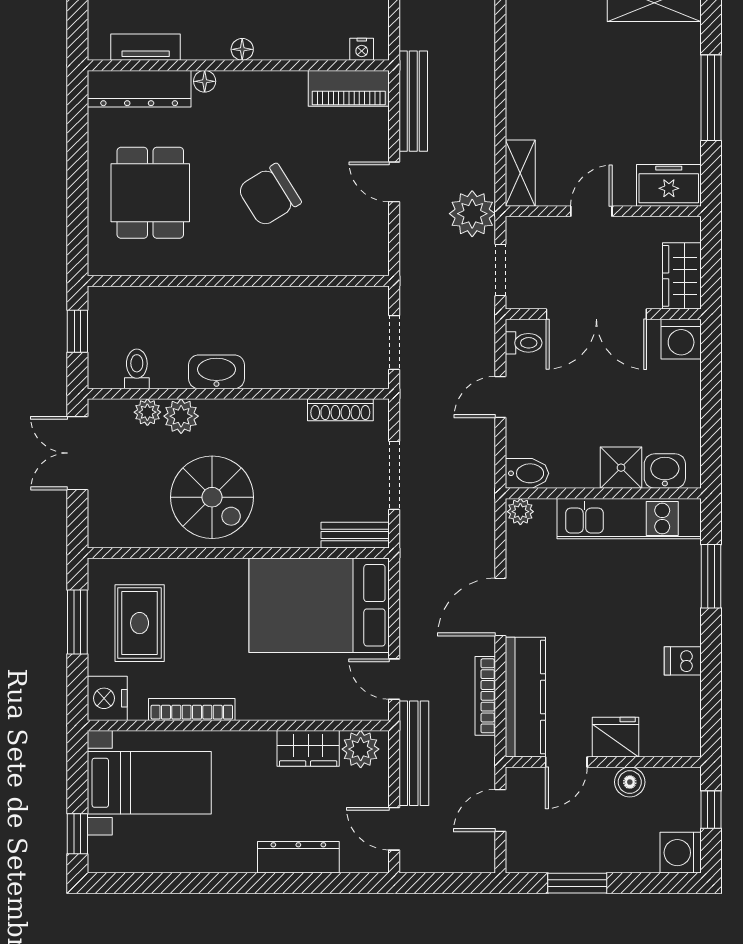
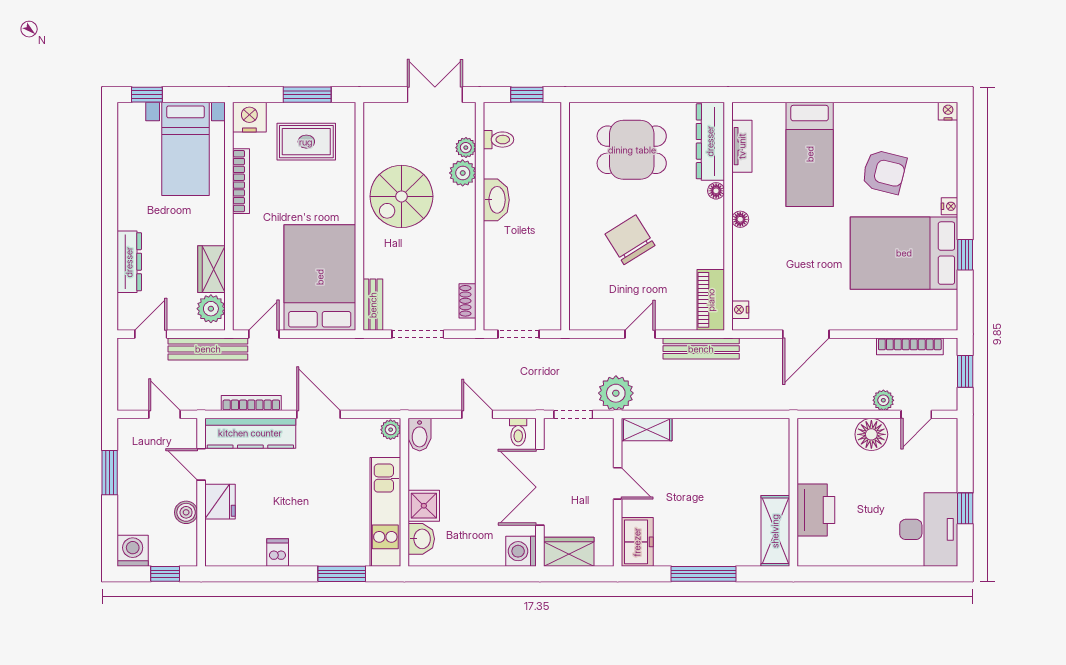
shoe rack: (340, 410) -> (468, 301), width x0.70

